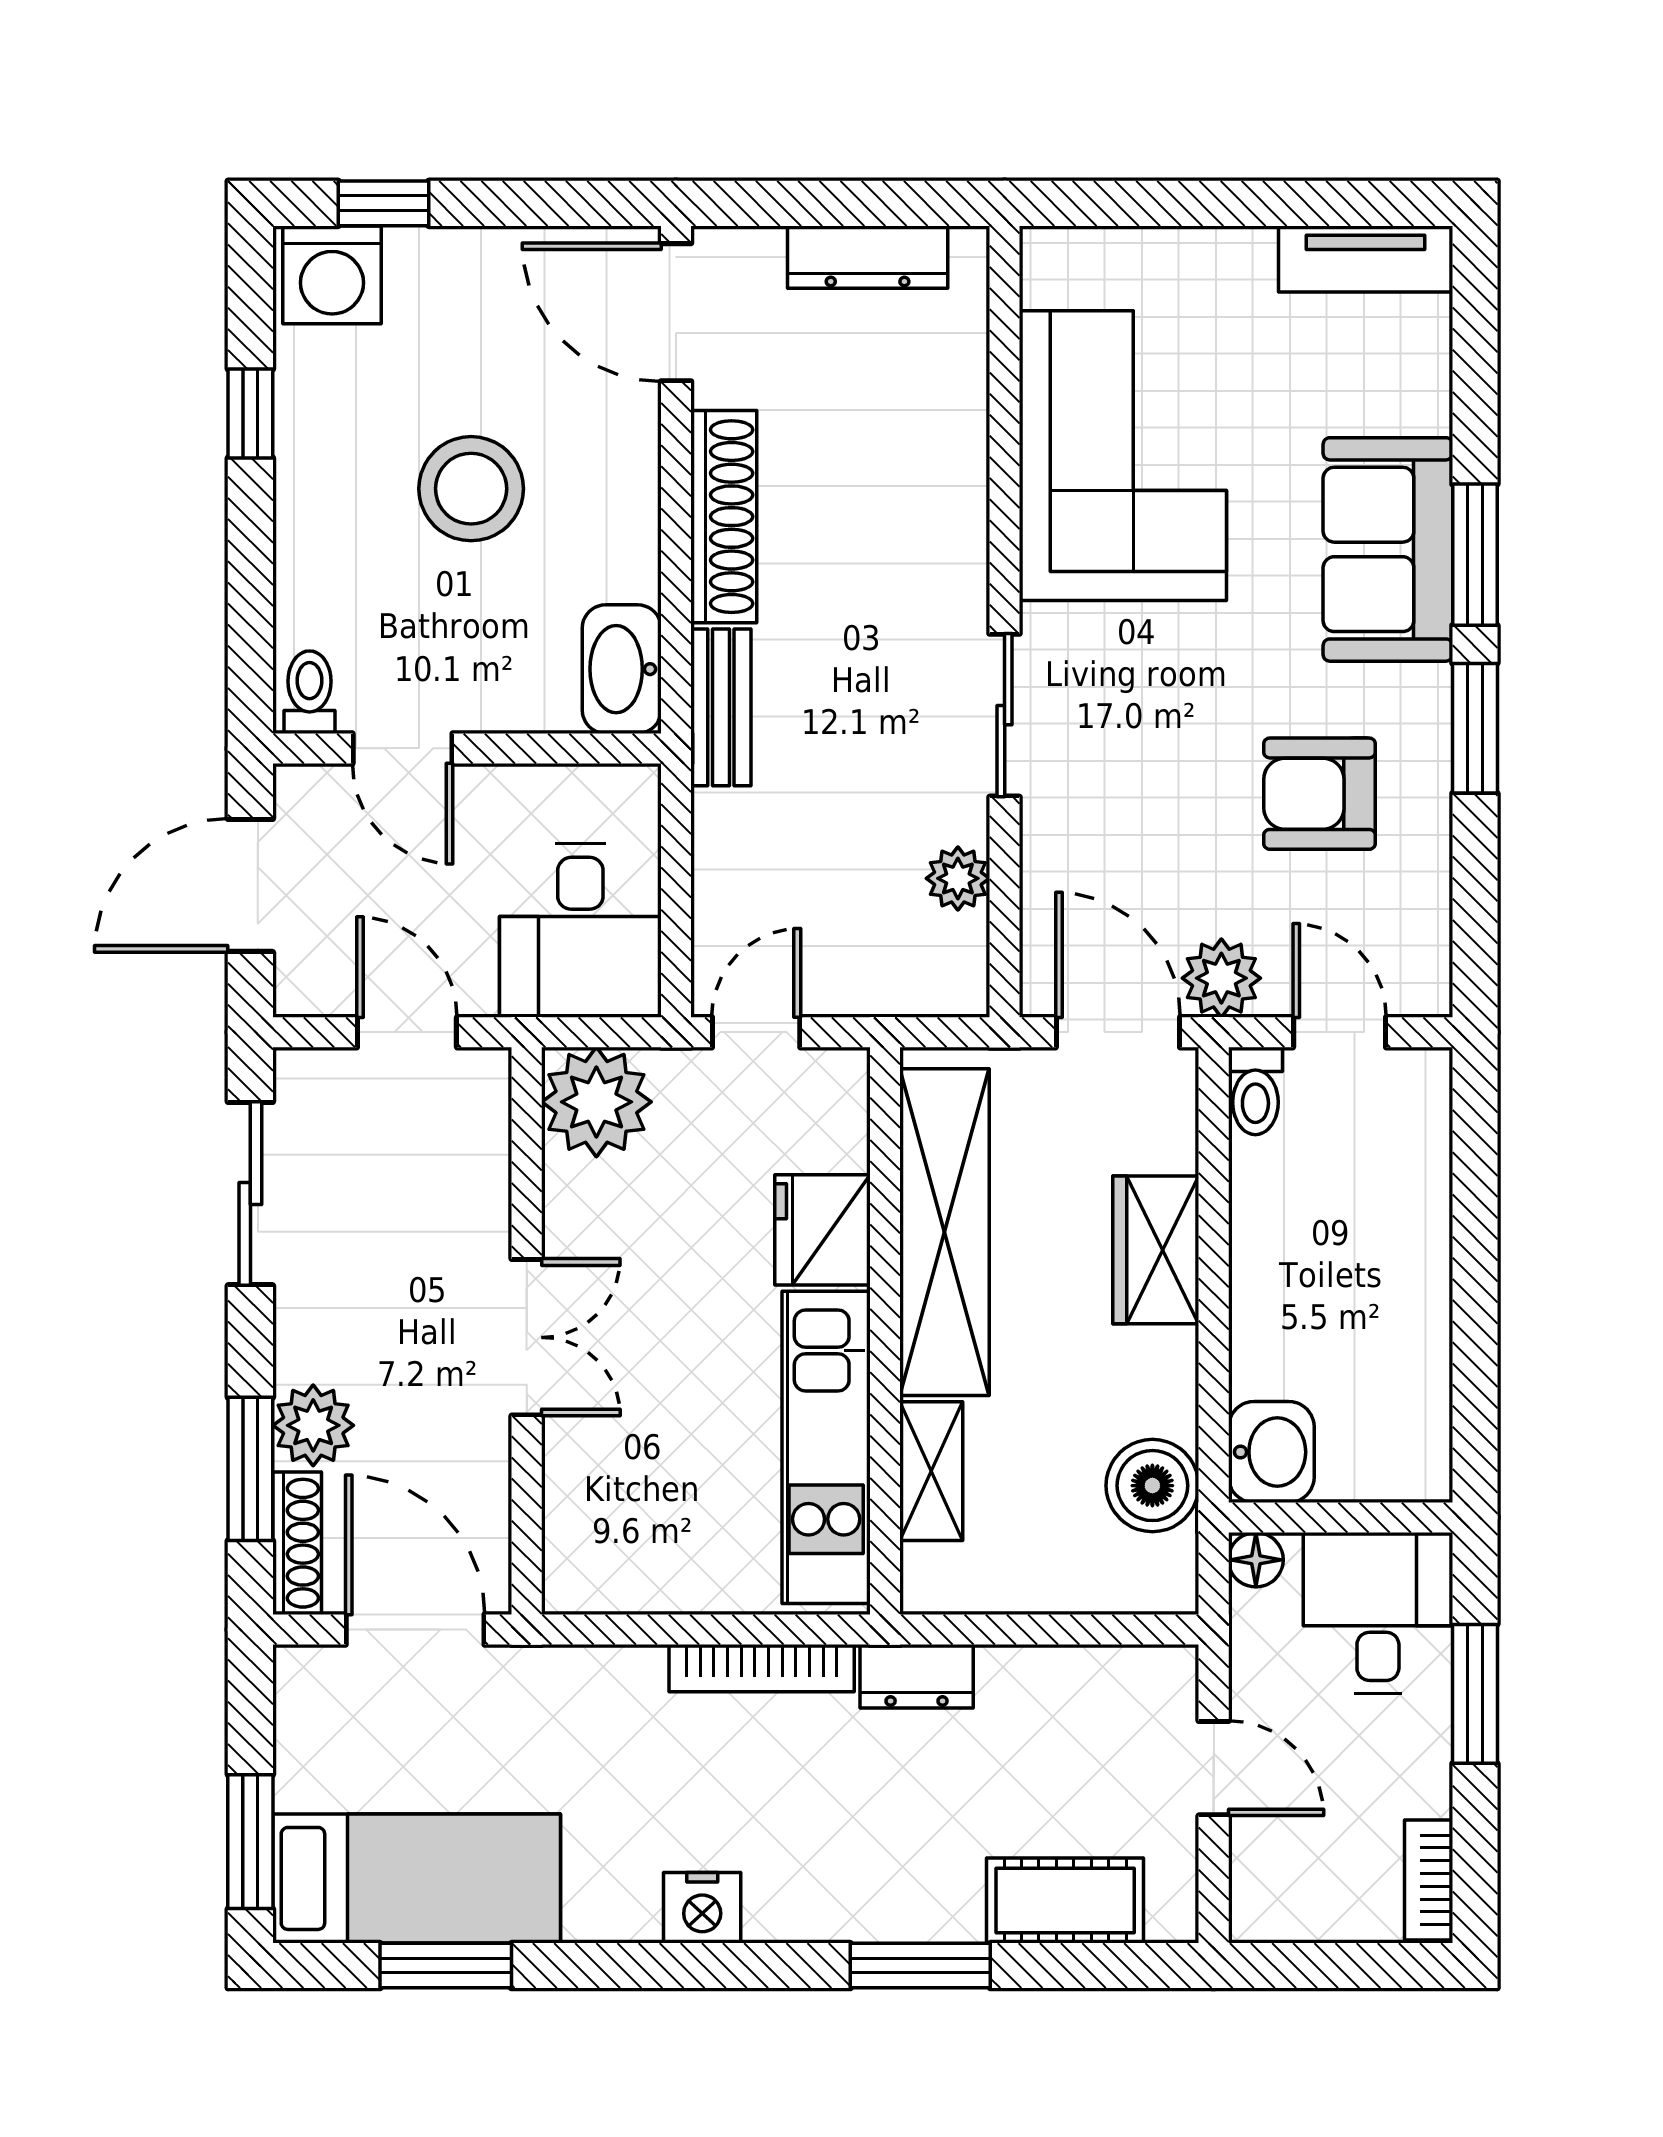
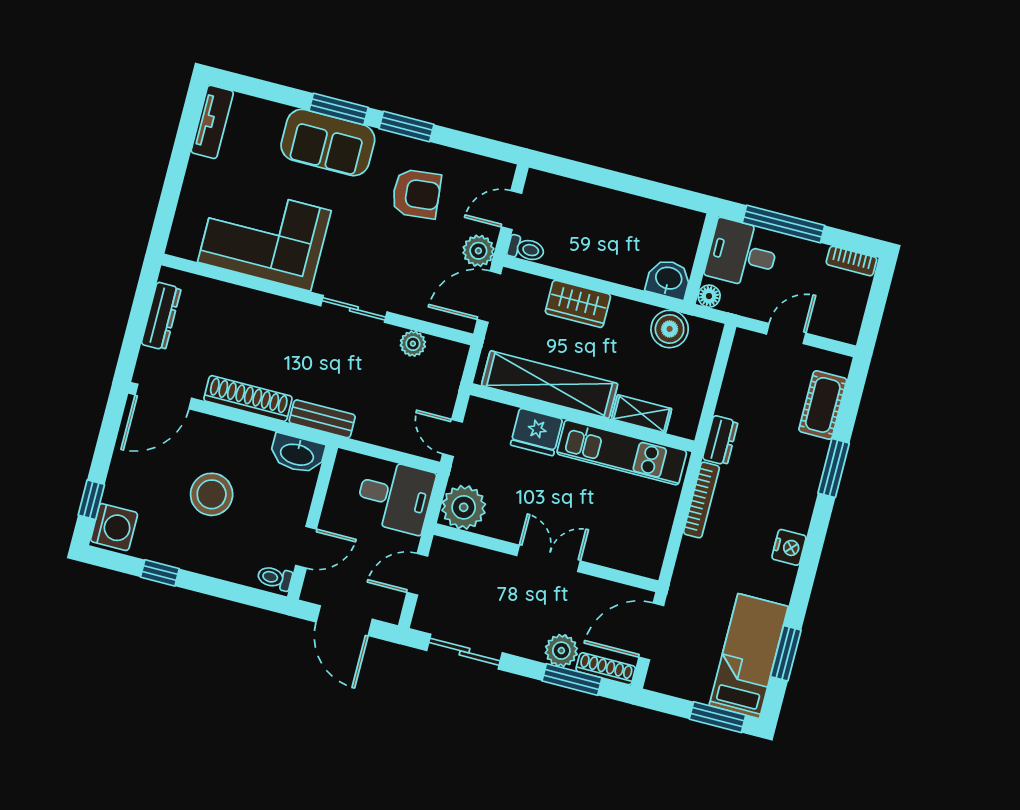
armchair: (1319, 794) -> (416, 194), turned -96
window: (1475, 1694) -> (784, 224), width x1.44

